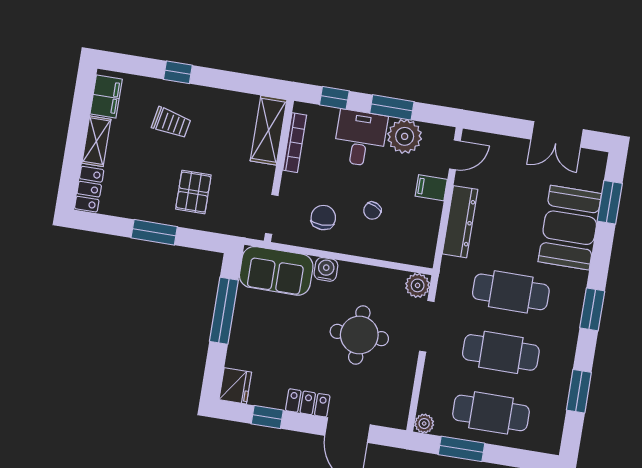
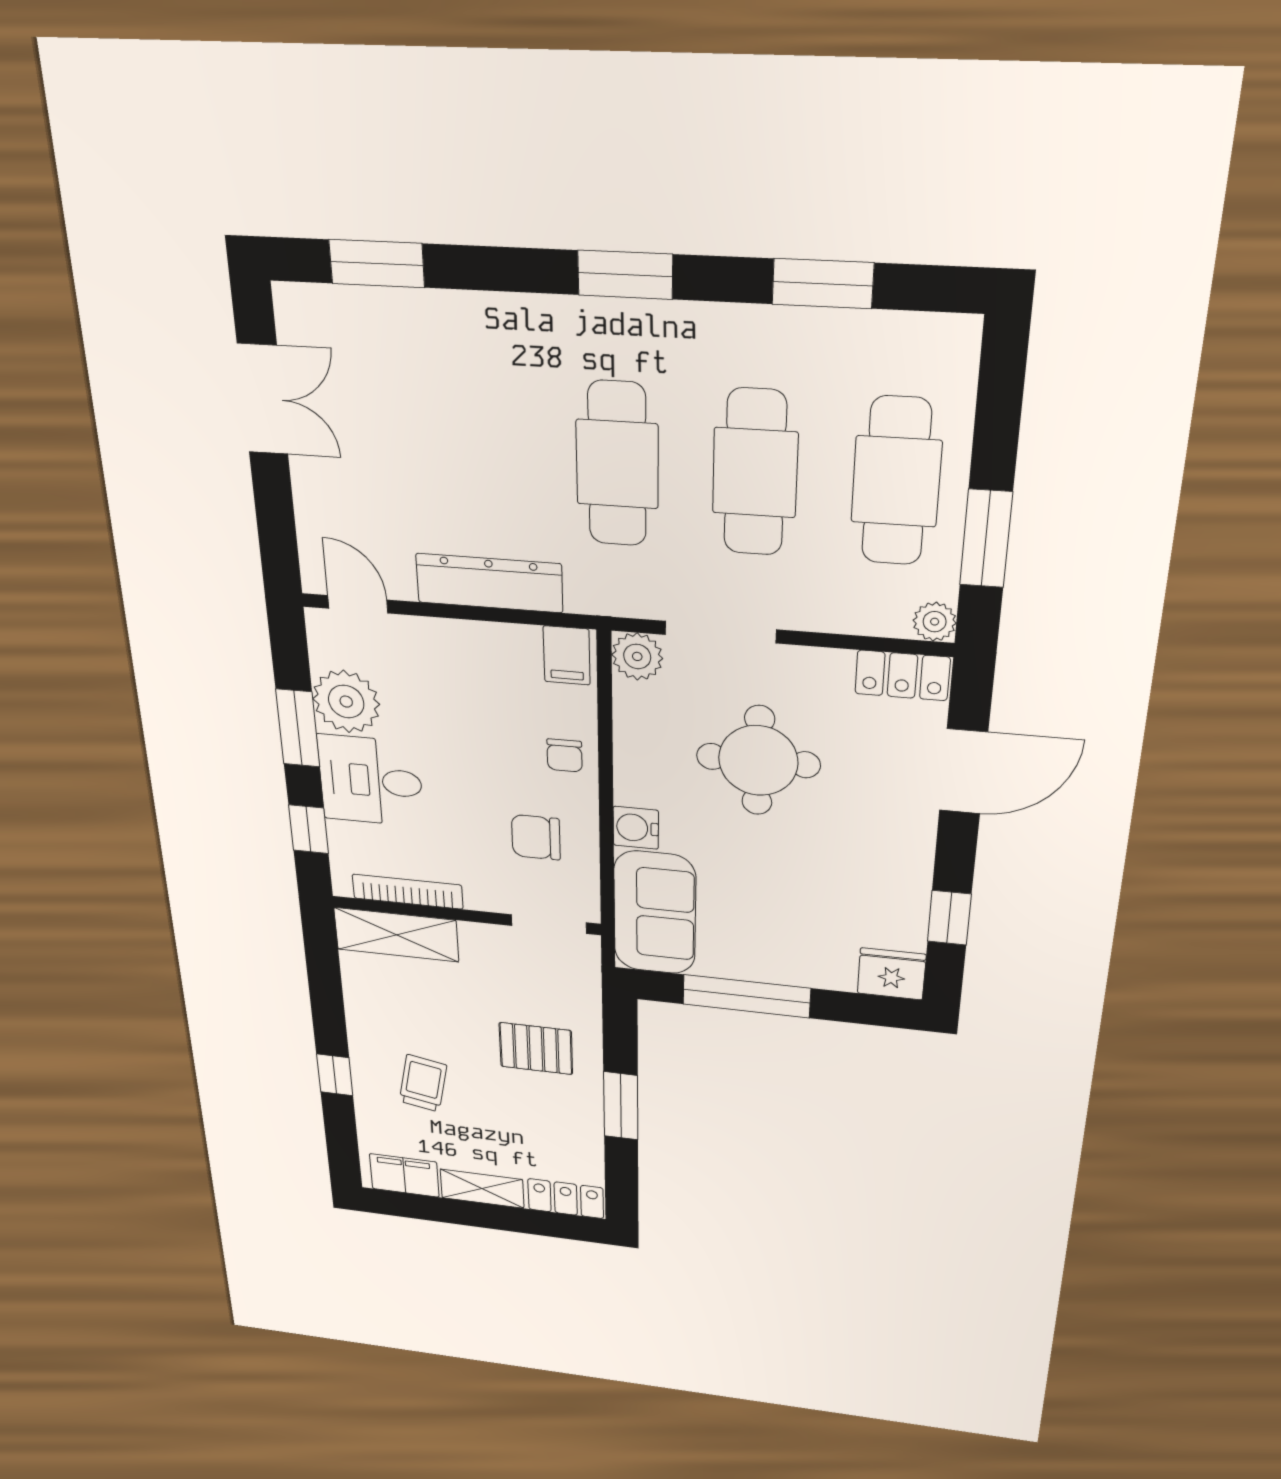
filing cabinet: (431, 188) -> (567, 655), moved
chair: (372, 211) -> (565, 755), moved, turned 65
booth: (570, 228) -> (452, 349), removed
locker: (308, 403) -> (902, 675), moved, turned -90

